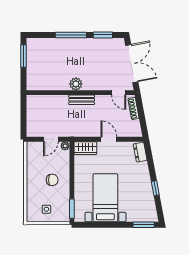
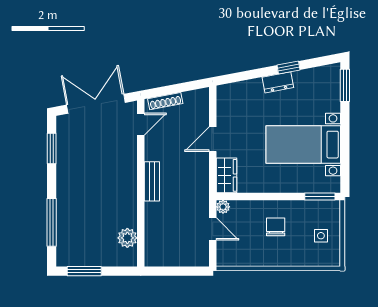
window: (71, 35) -> (52, 222), moved
plant: (76, 84) -> (127, 238), moved
dresser: (140, 152) -> (278, 82), moved

